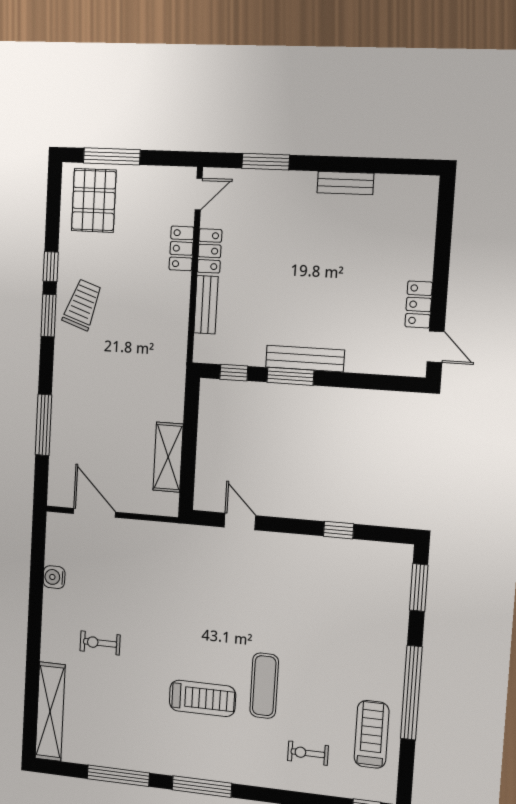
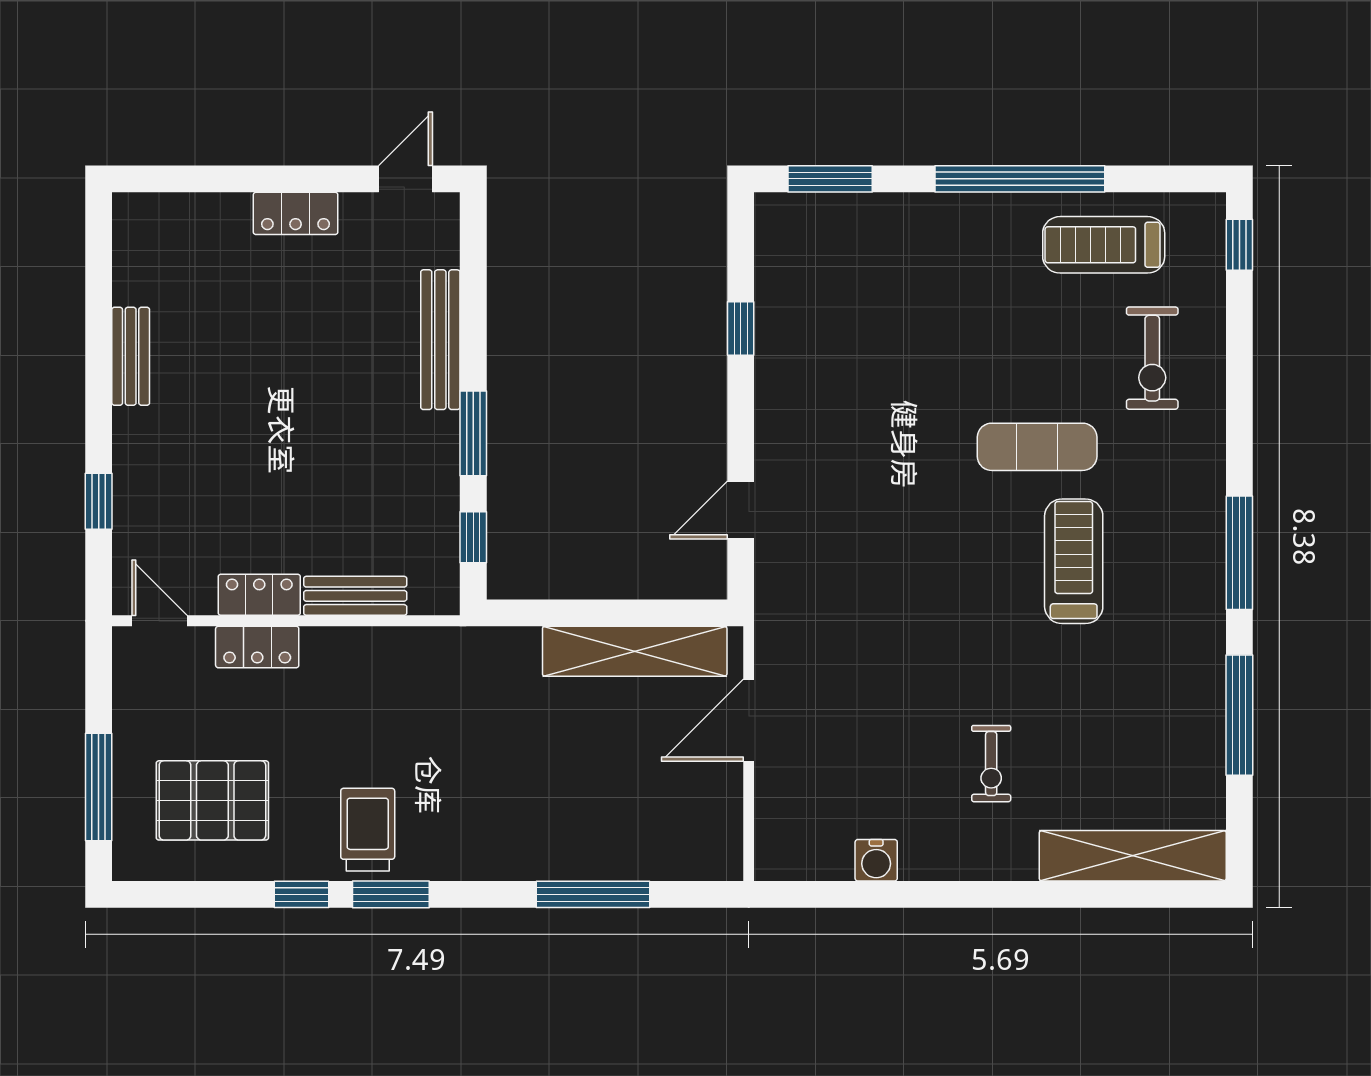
window: (266, 162) -> (99, 501), width x0.67
pallet: (94, 200) -> (212, 800), moved
locker: (419, 304) -> (296, 213), moved
trolley: (82, 305) -> (368, 830), turned 71
bench: (305, 359) -> (440, 340), moved
shelving: (168, 457) -> (635, 651), width x1.47
door: (95, 513) -> (749, 720), moved
exercise bike: (308, 753) -> (1152, 358), width x1.38, depth x1.39

